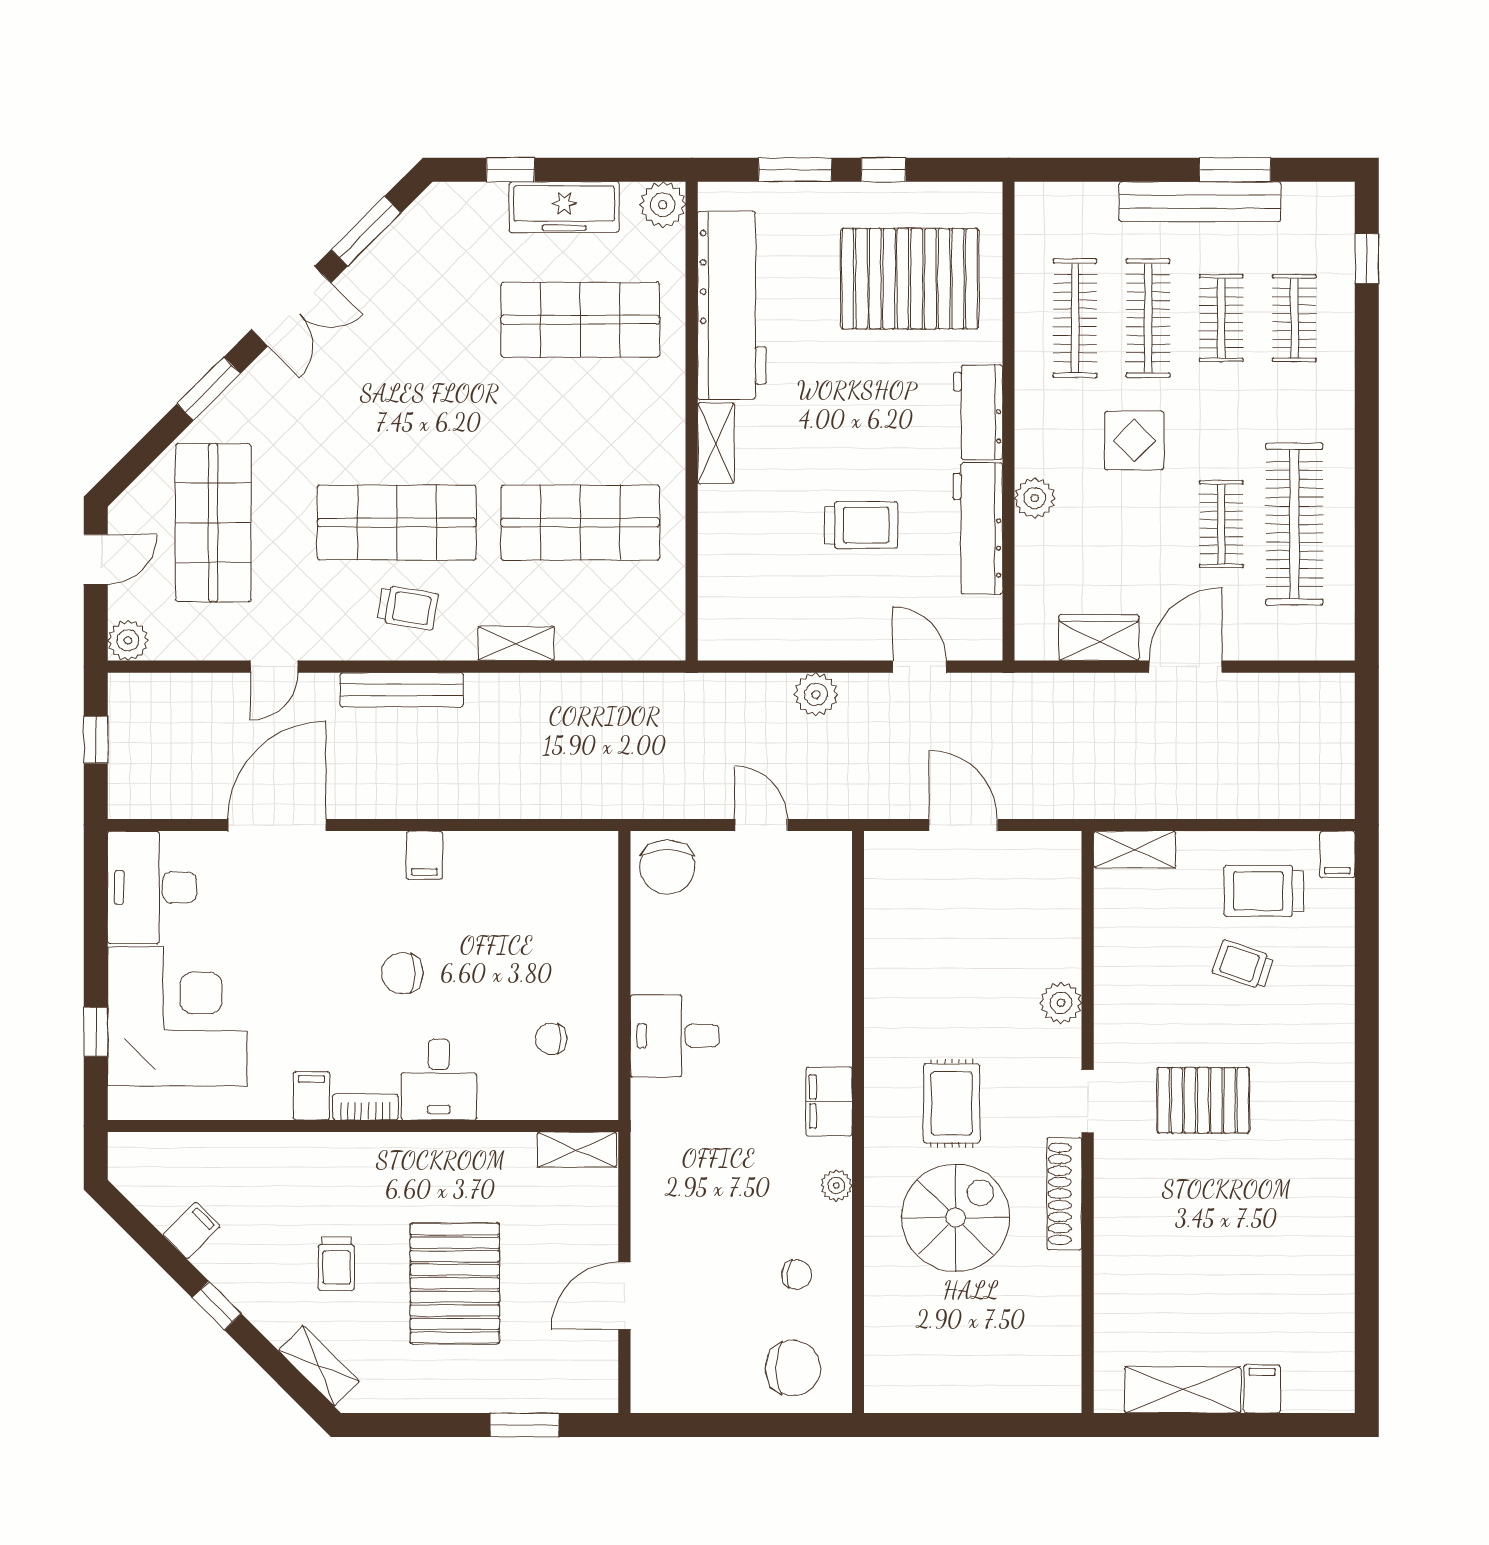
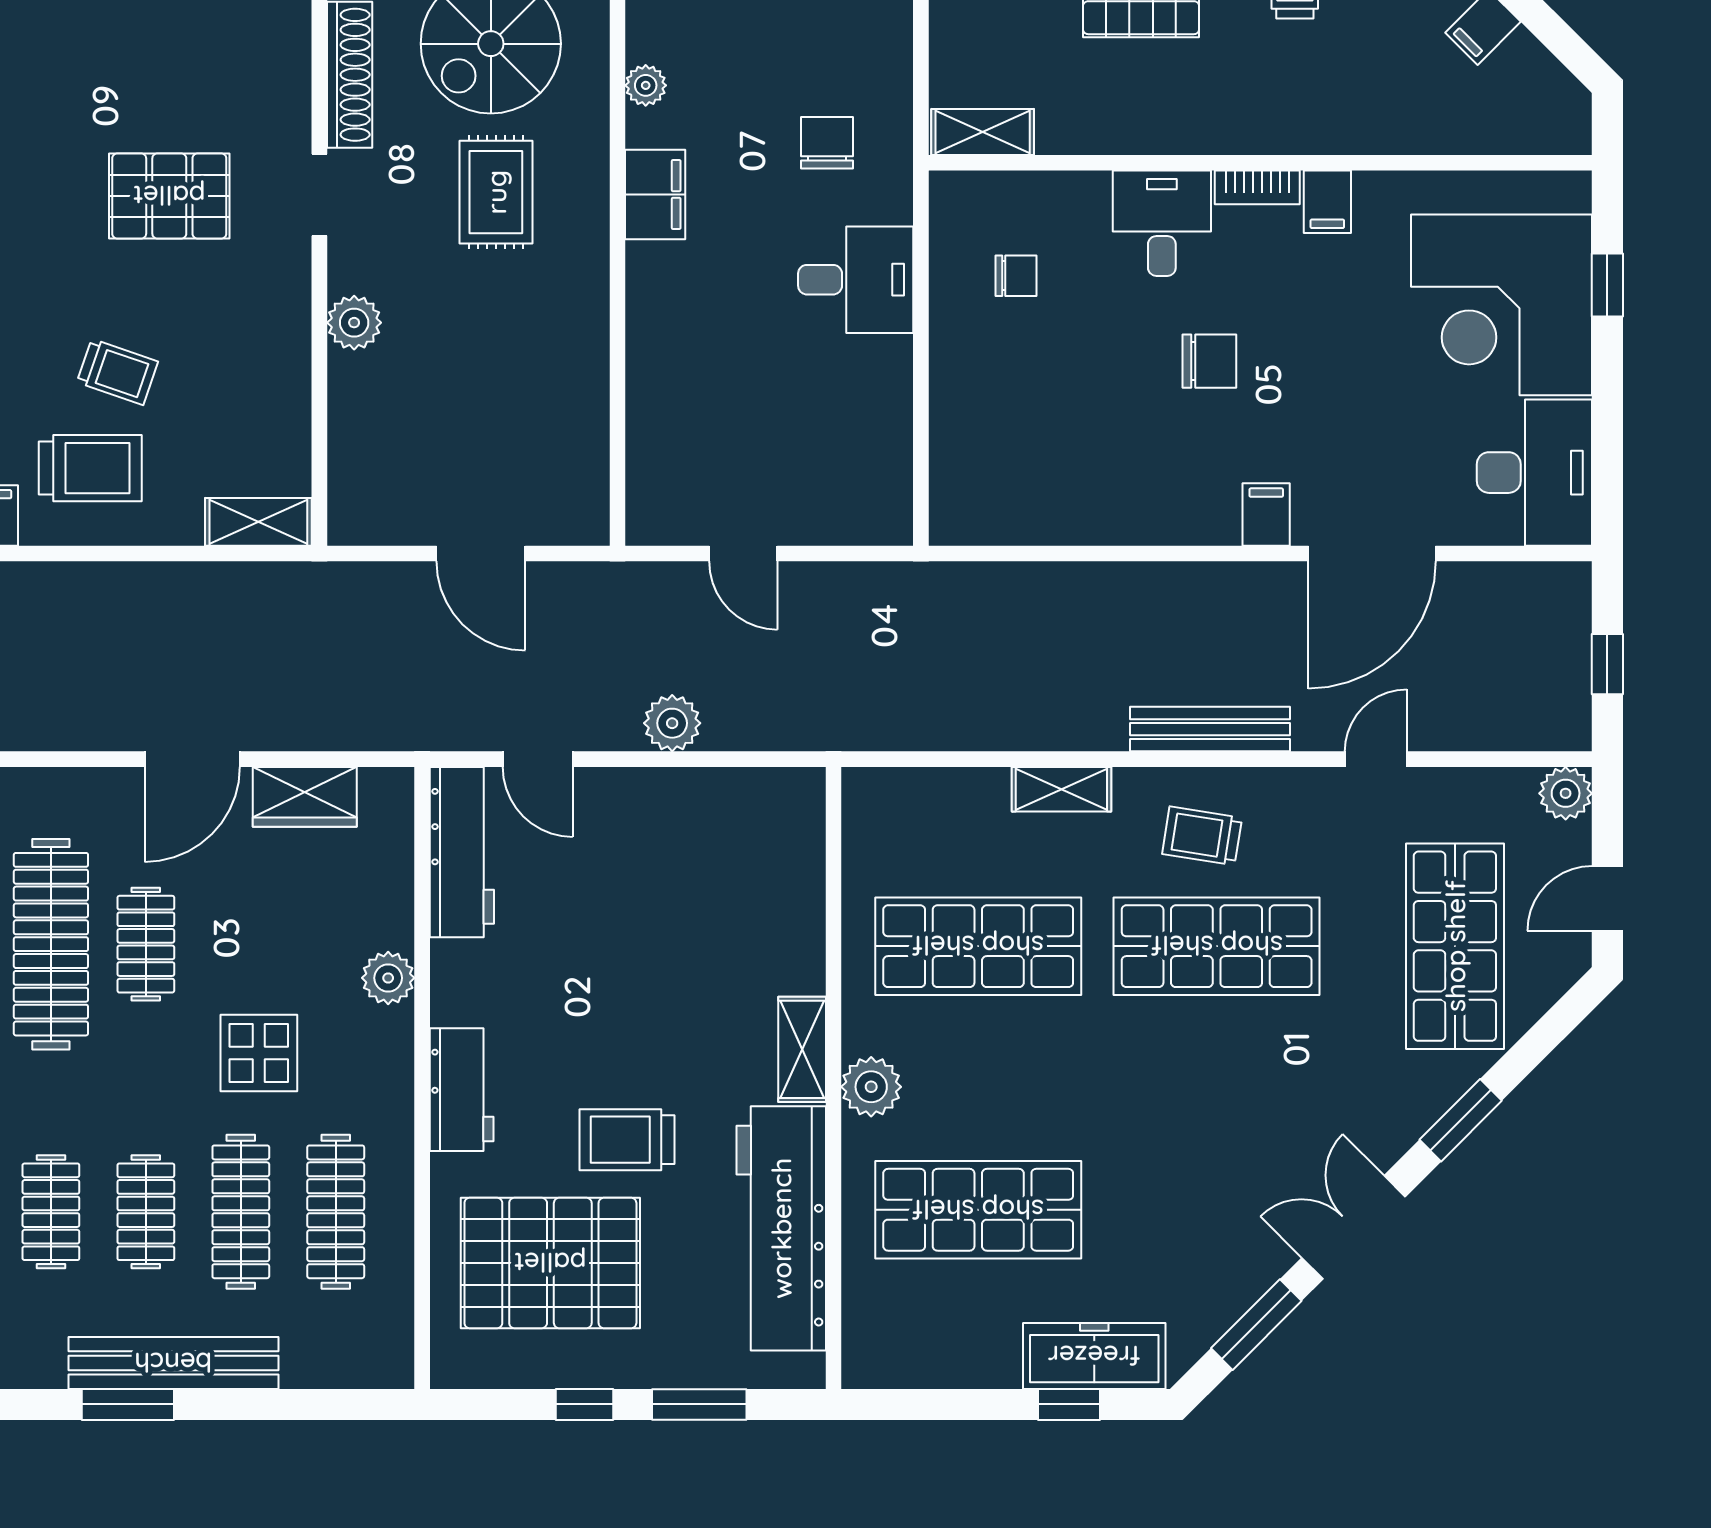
plant: (663, 205) -> (871, 1087), moved
freezer: (564, 207) -> (1094, 1356), moved
trolley: (861, 525) -> (627, 1140), moved
workbench: (978, 528) -> (462, 852), moved
filing cabinet: (424, 855) -> (1266, 514), moved
chair: (667, 867) -> (827, 143), moved, width x0.73, depth x0.73

